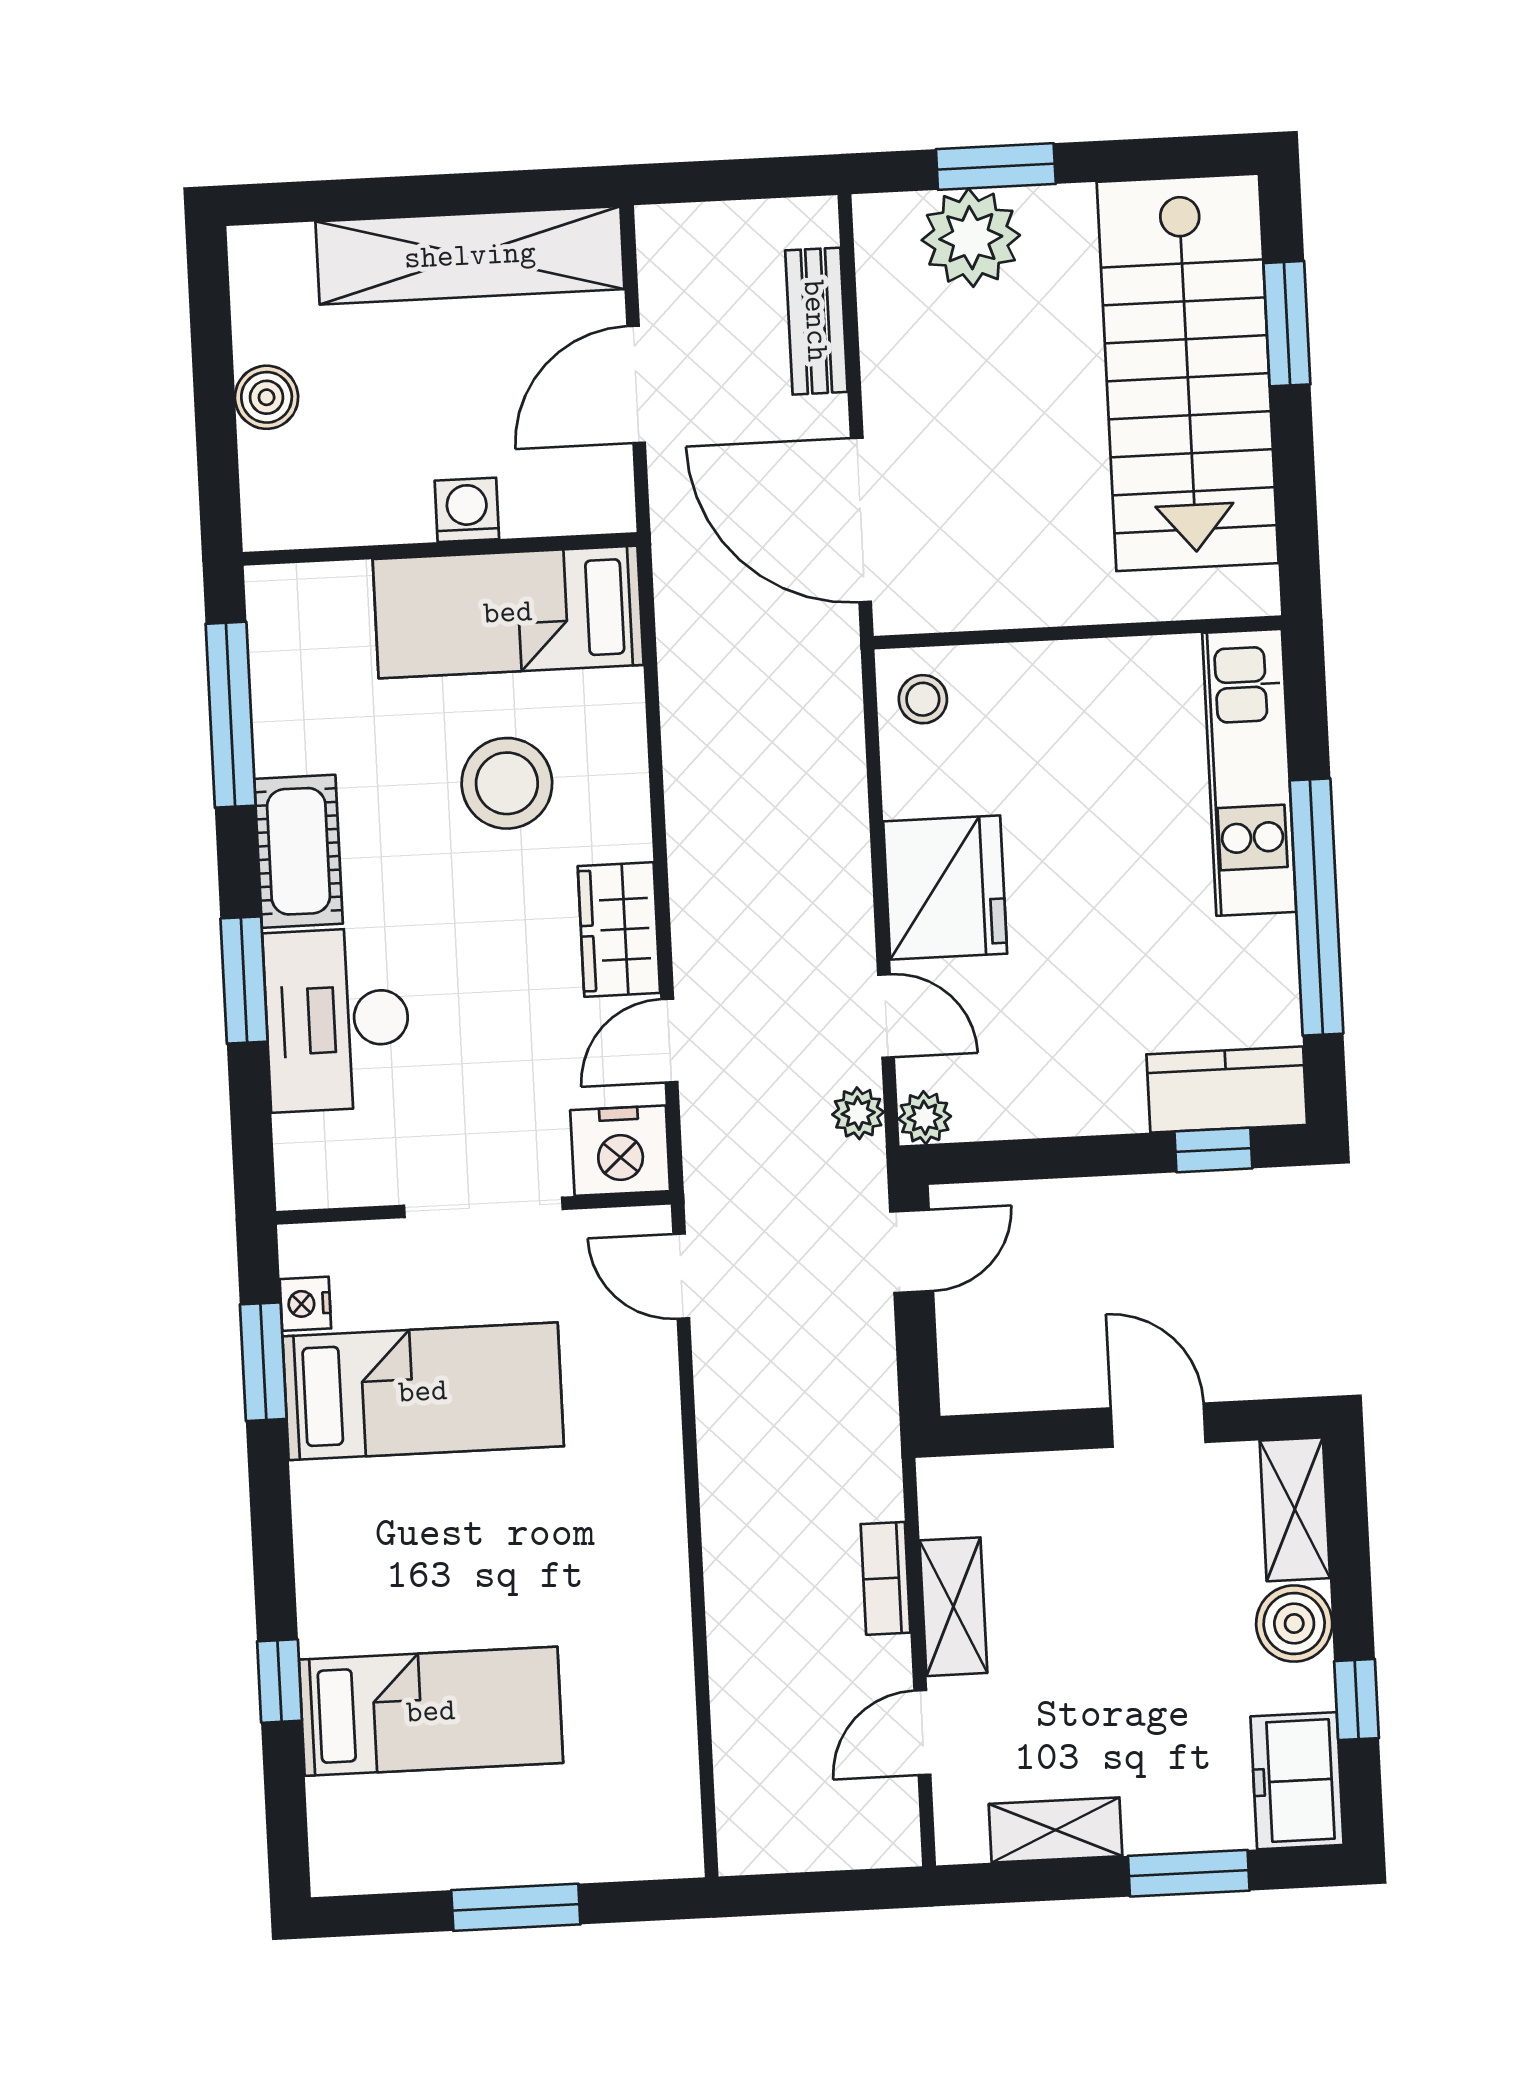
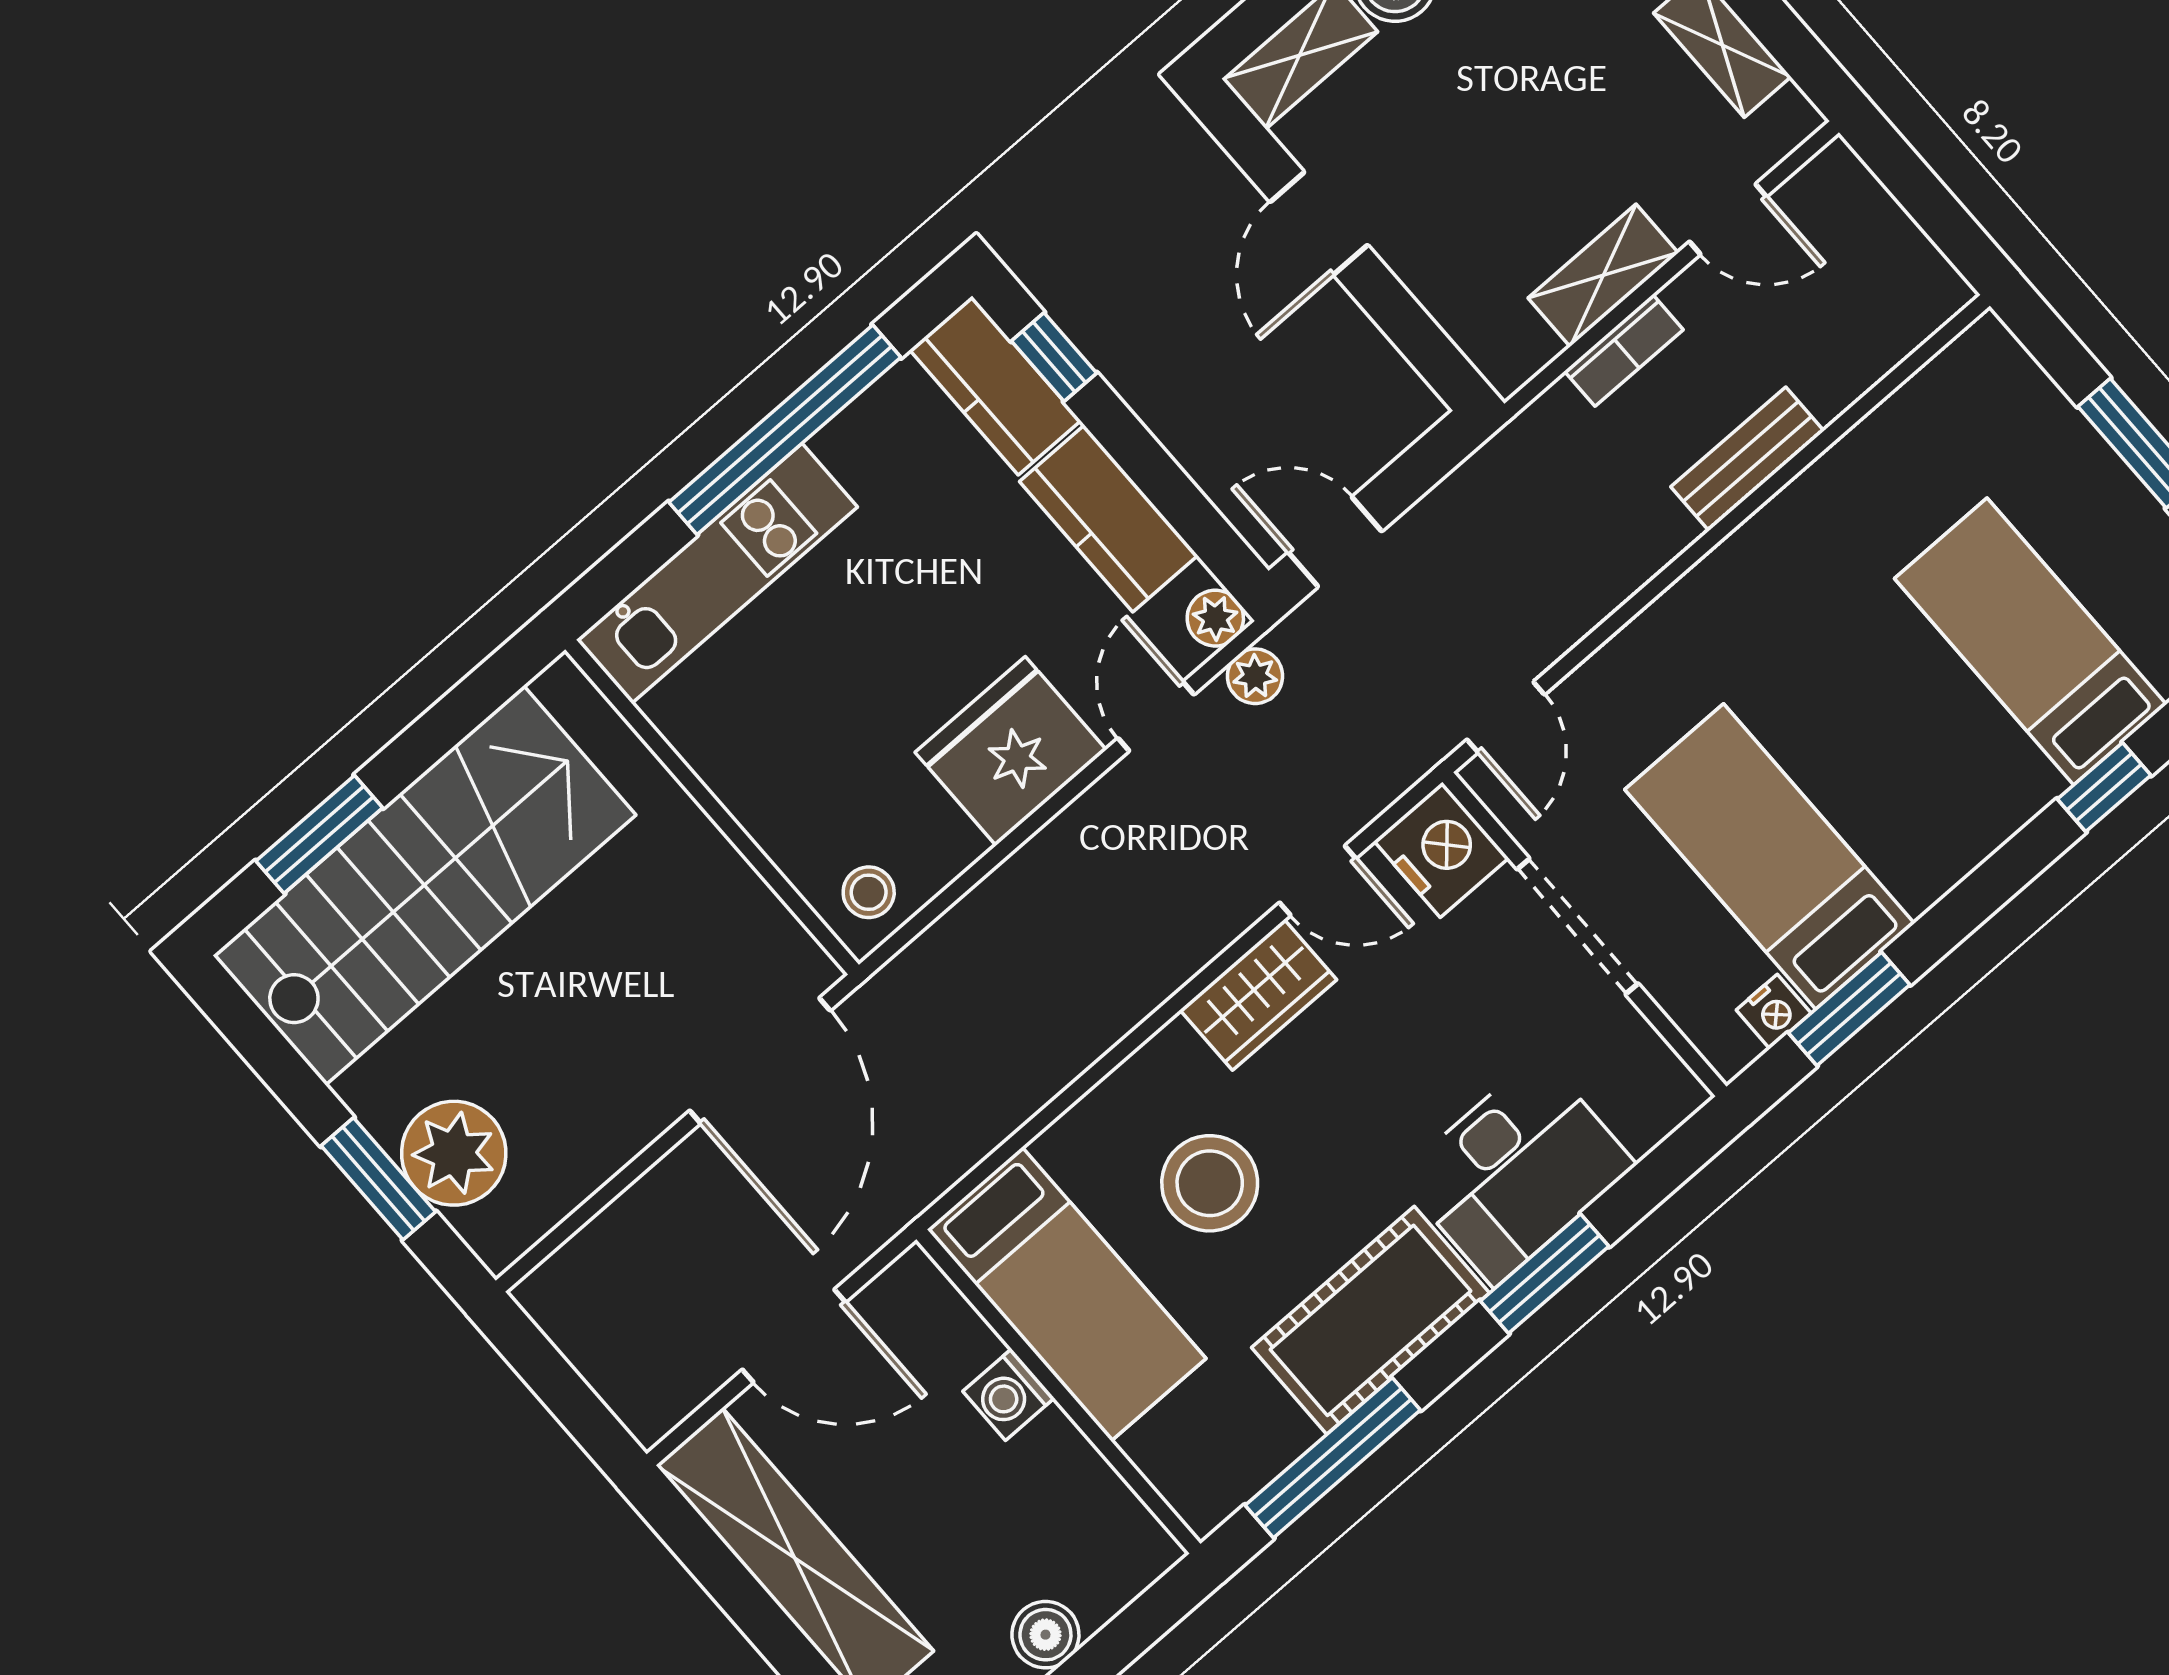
bench: (816, 321) -> (1747, 459), moved
cot: (299, 851) -> (1370, 1320), width x1.37, depth x1.34
kitchen counter: (1061, 1096) -> (1109, 519), added

